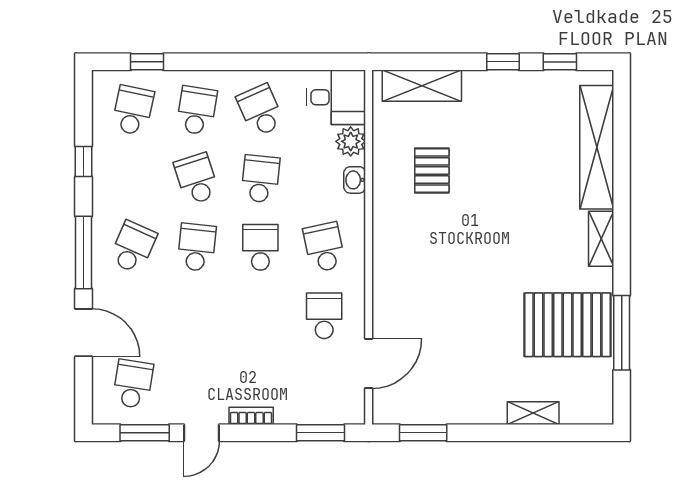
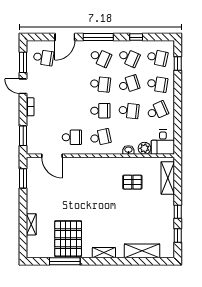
shelving: (597, 147) -> (142, 251), width x0.68
school desk: (133, 179) -> (129, 58), added

